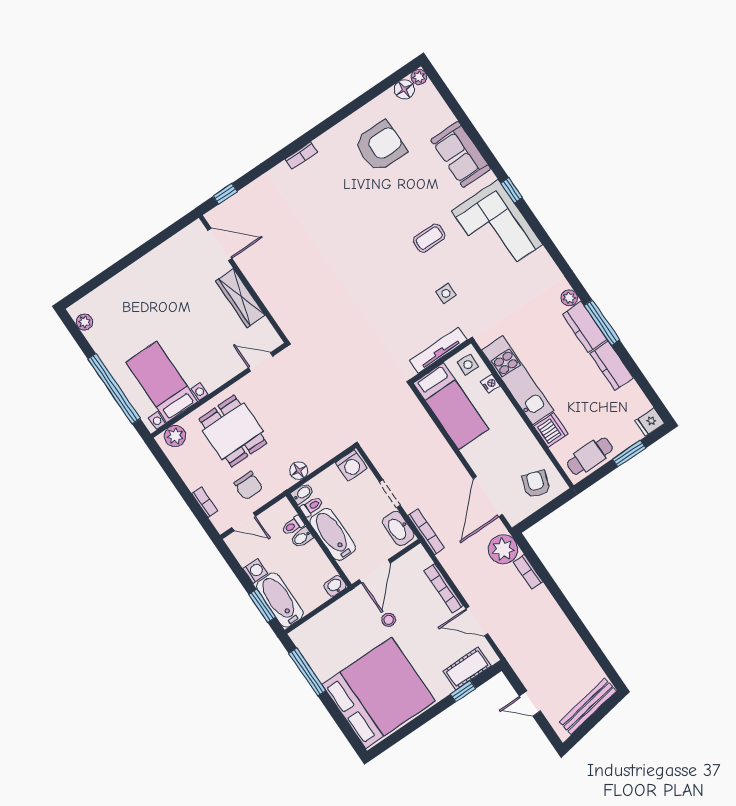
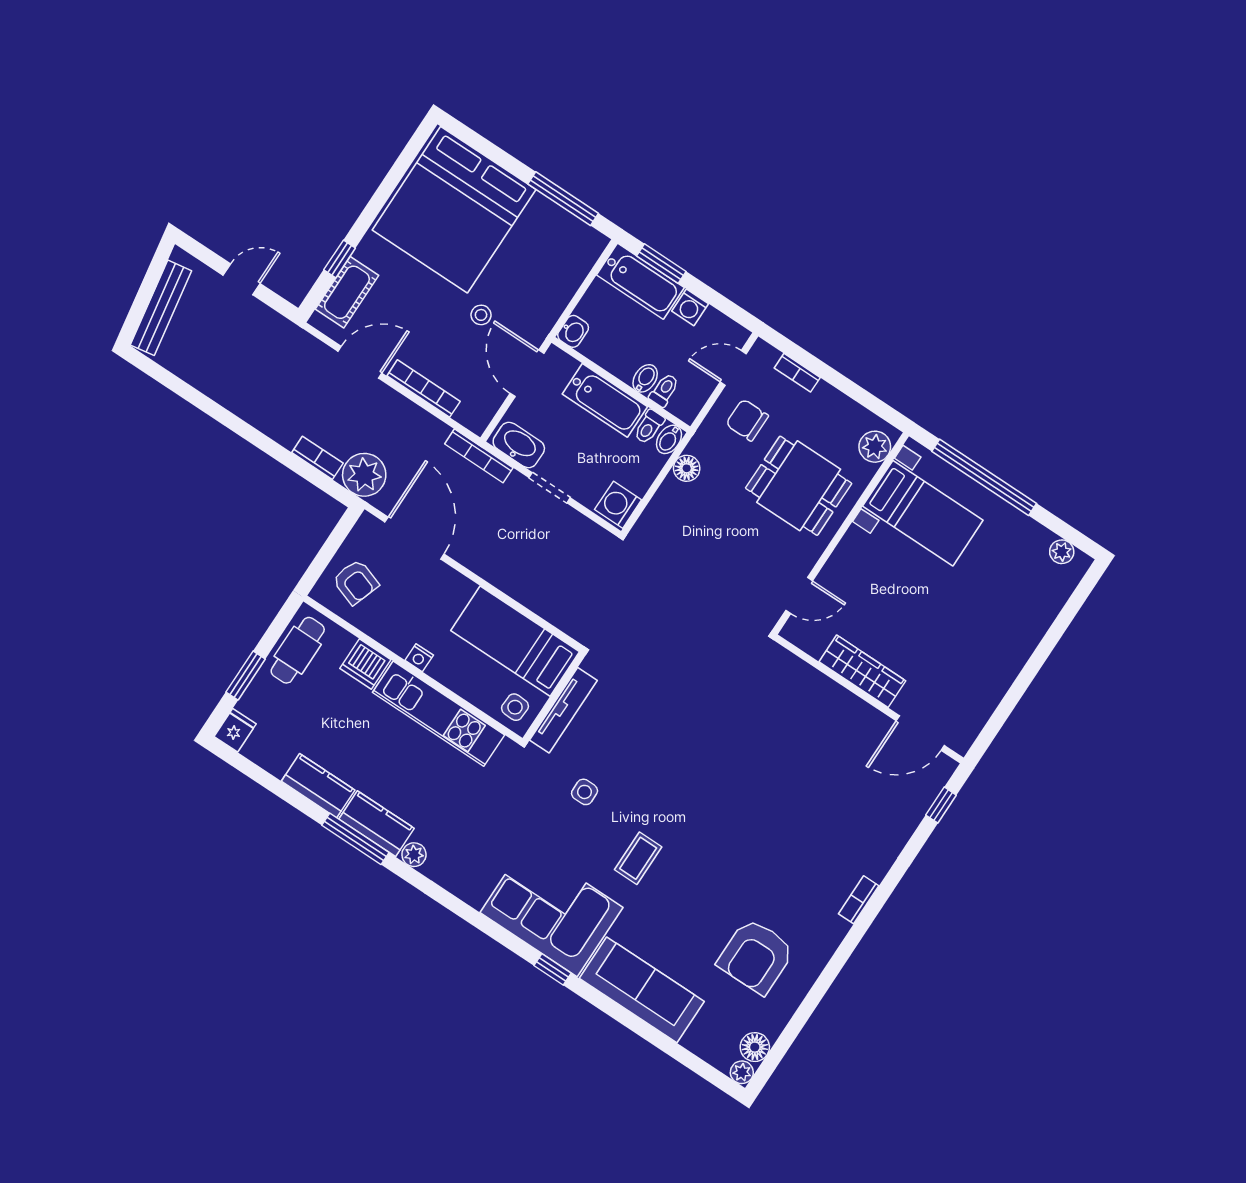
sofa: (461, 154) -> (642, 990), width x1.36
nightstand: (490, 384) -> (419, 658), moved

